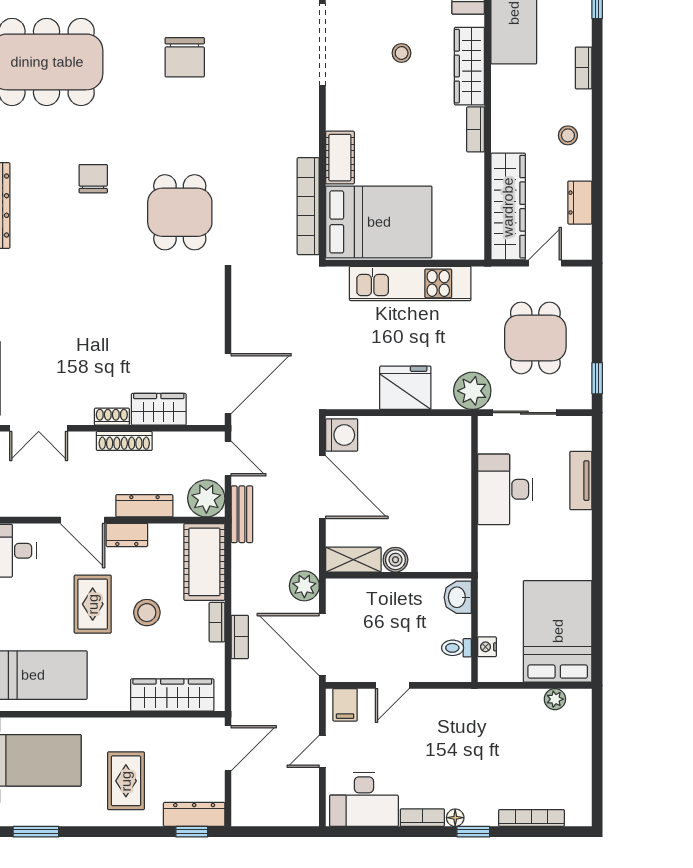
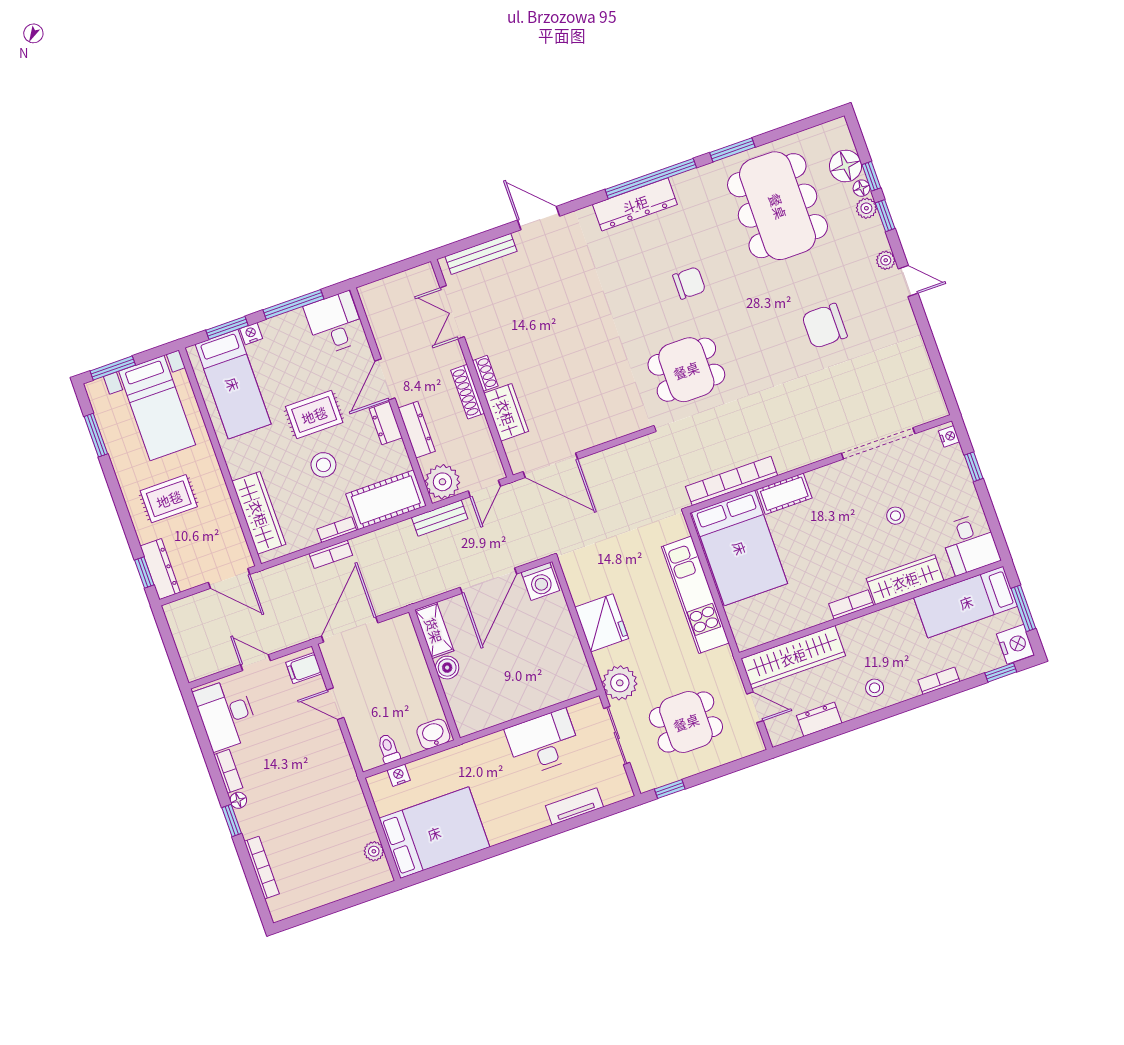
plant: (304, 586) -> (396, 595), removed

